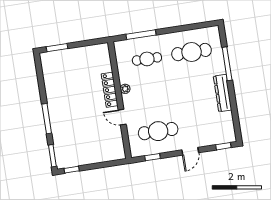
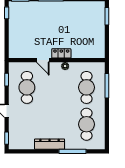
cafe table: (147, 59) -> (86, 87), width x1.37, depth x1.35
locker: (110, 90) -> (61, 53), width x0.66
door: (122, 117) -> (43, 60), swing flipped

